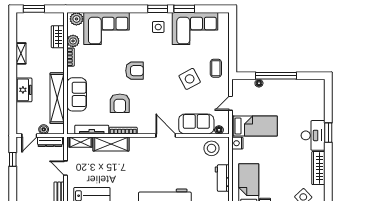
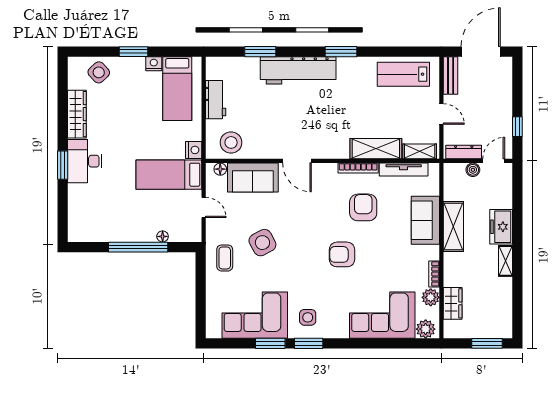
shelving: (21, 53) -> (506, 261), moved
shelving: (57, 98) -> (453, 226), width x0.68
door: (230, 103) -> (204, 208), hinge flipped

